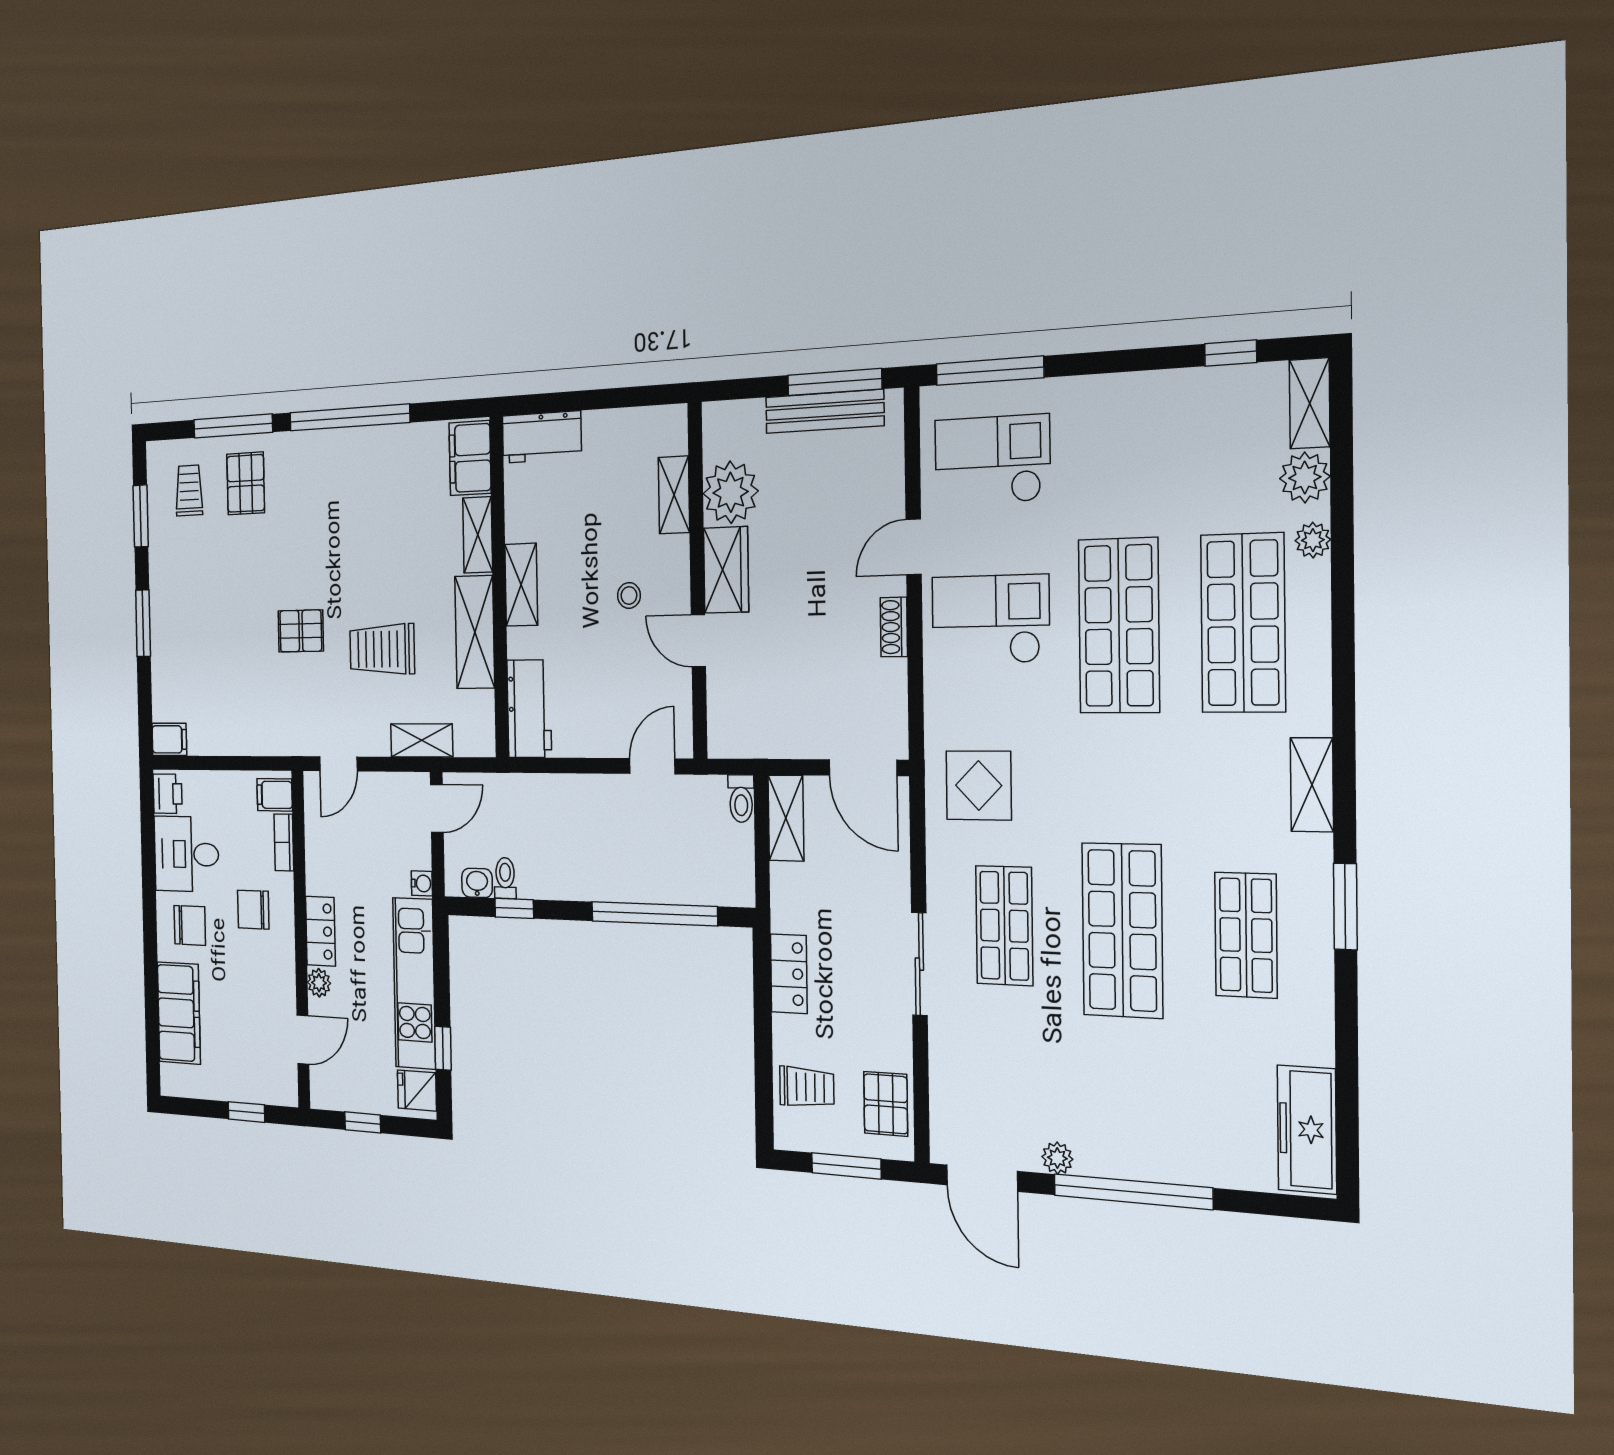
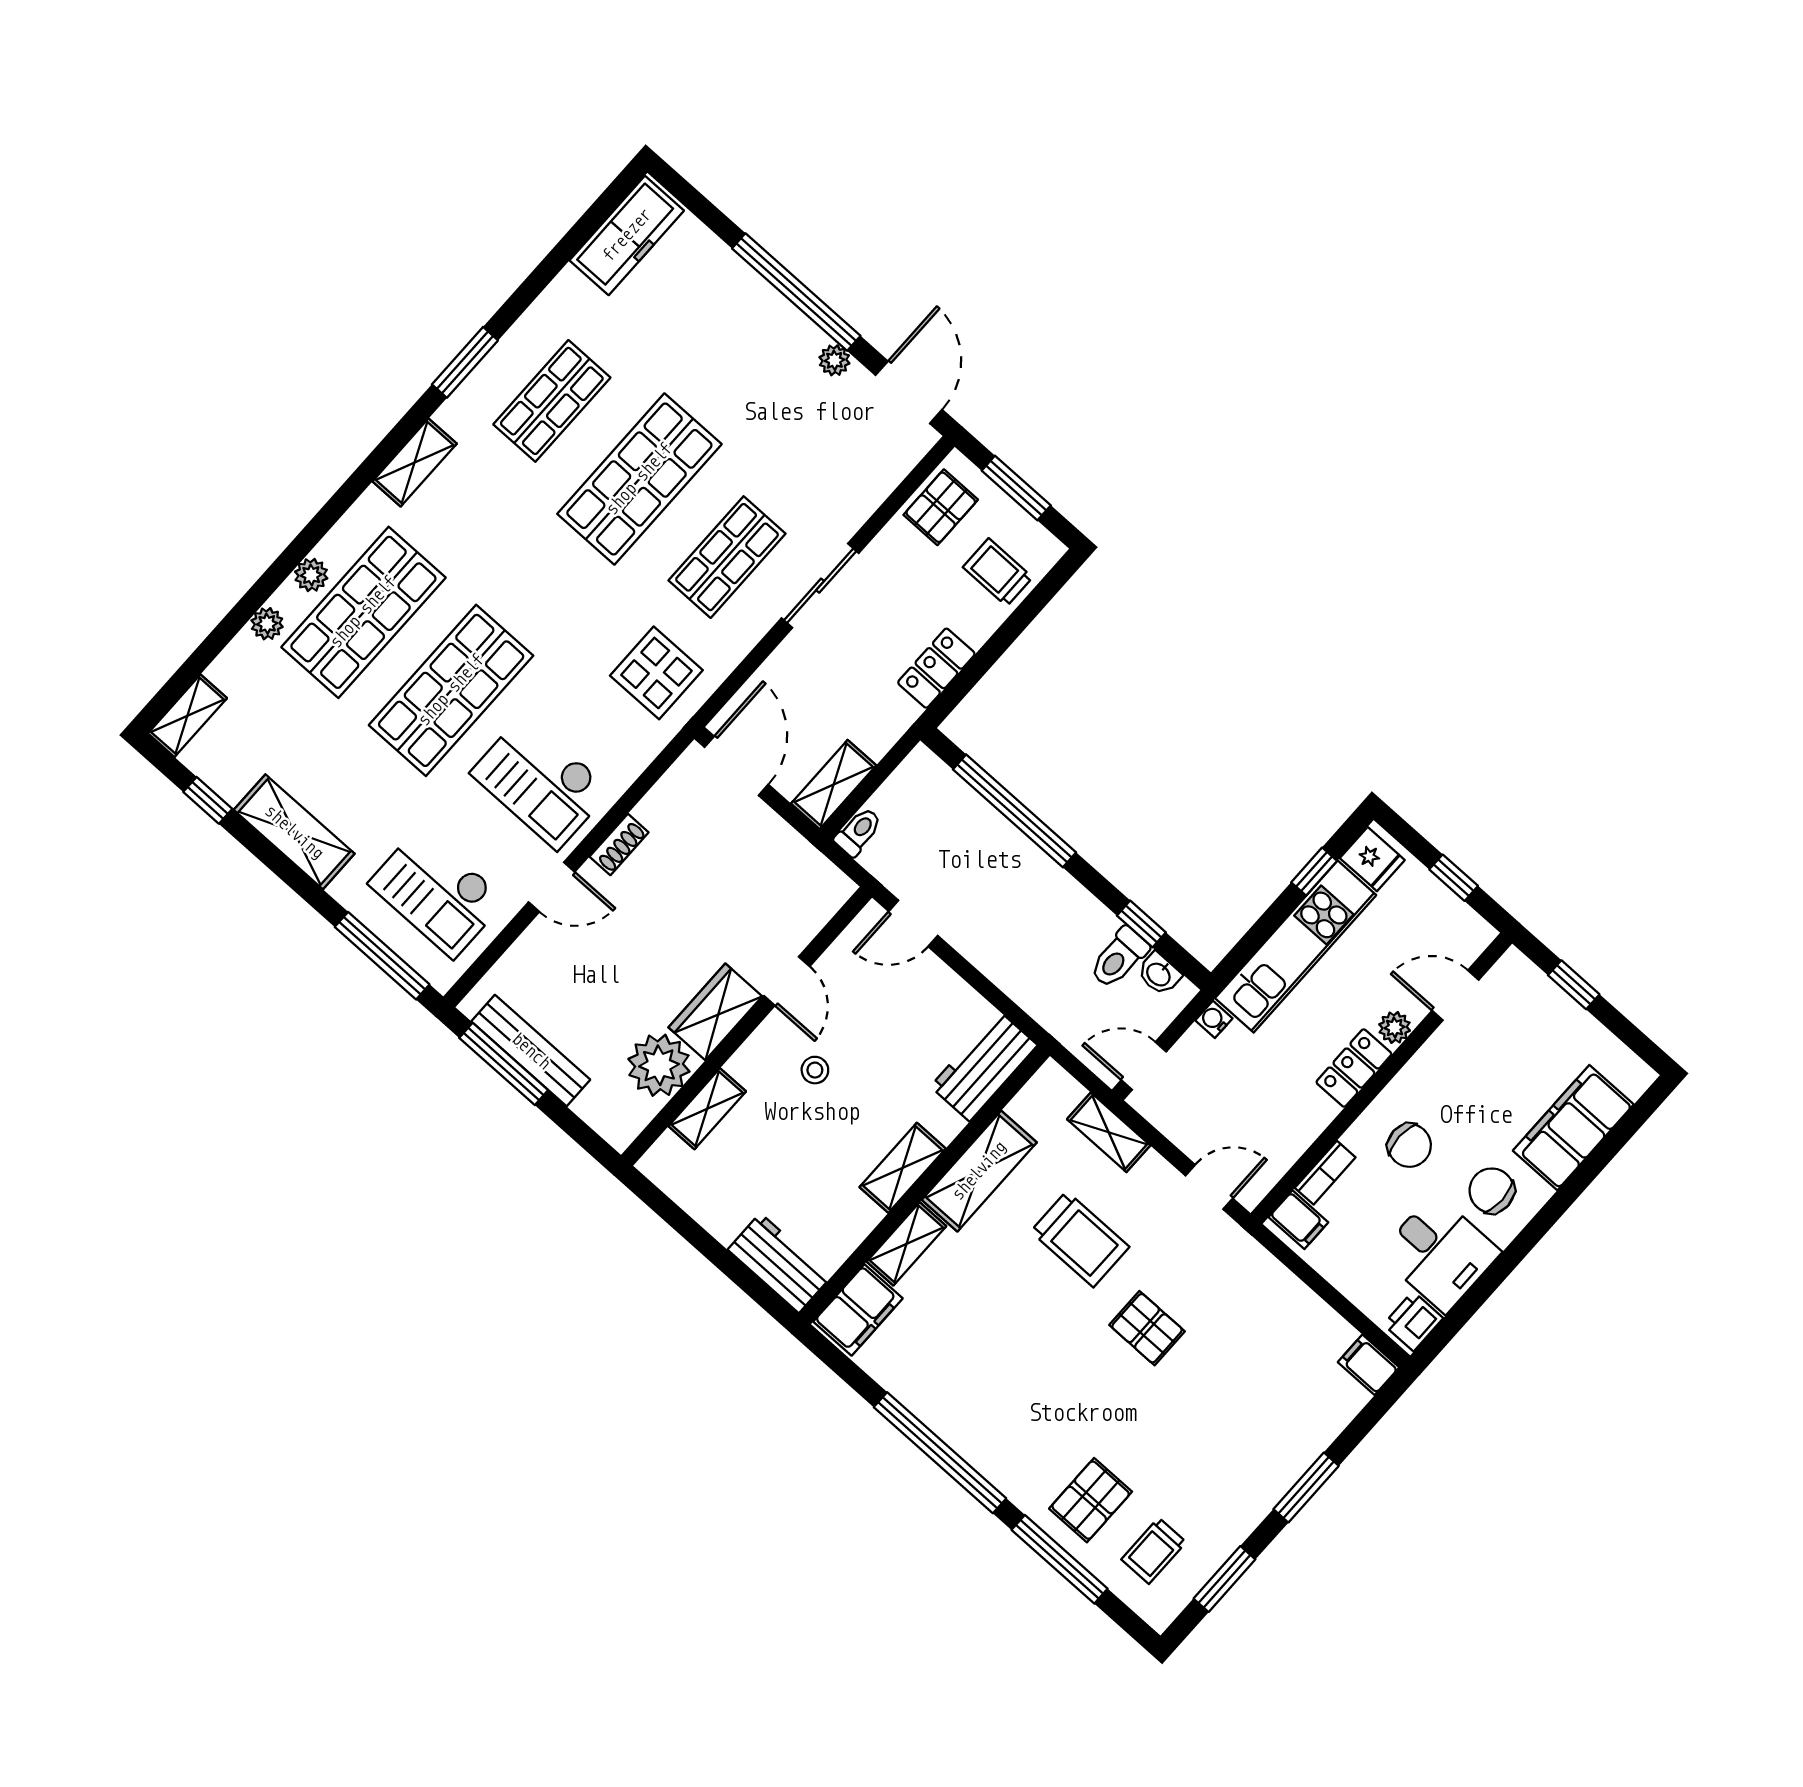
shelving: (1140, 397) -> (294, 832), added
plant: (1305, 477) -> (311, 575), moved, width x0.73, depth x0.73
toilet: (505, 878) -> (1119, 958), width x1.37, depth x1.39

